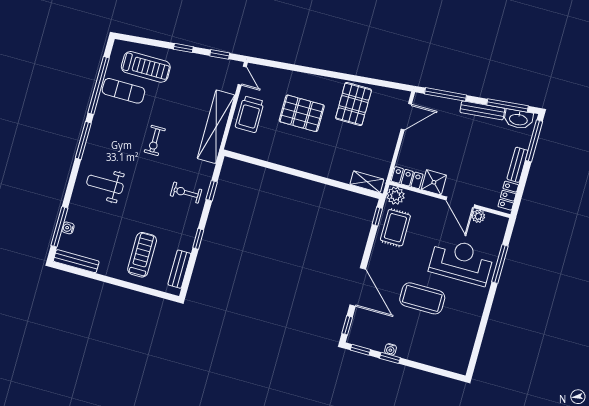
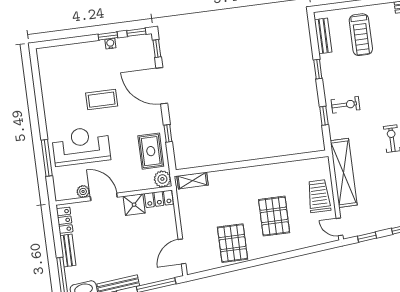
pallet: (302, 113) -> (274, 216), turned 90
window: (377, 217) -> (168, 133), moved
reception desk: (461, 261) -> (81, 146), turned 180
coffee table: (422, 298) -> (102, 100), width x0.73, depth x0.76

